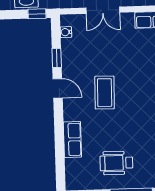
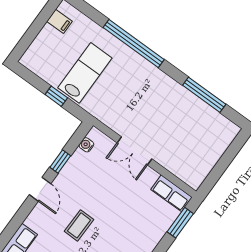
window: (37, 14) -> (56, 96), moved
coffee table: (105, 93) -> (79, 225), width x0.73, depth x0.77

